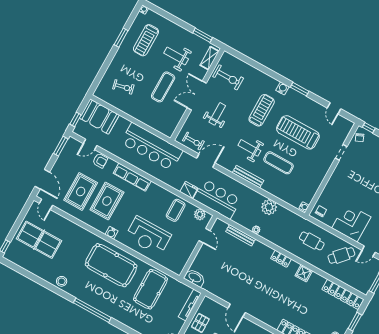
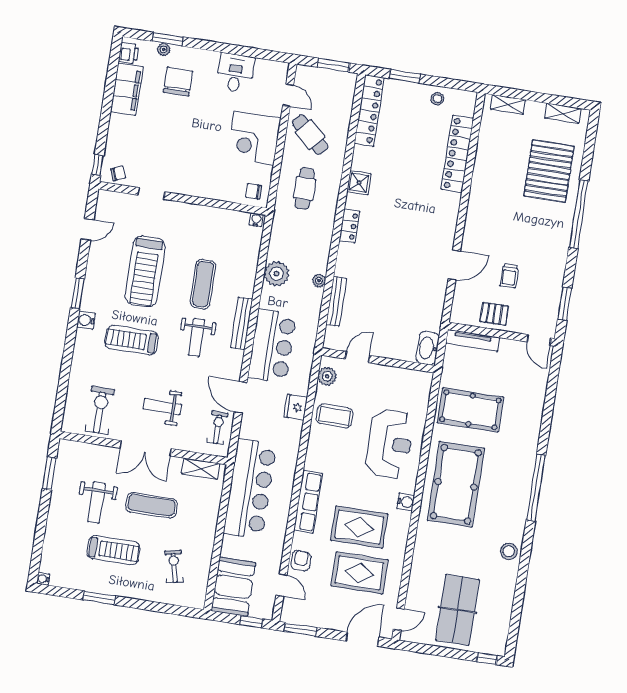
treadmill: (146, 40) -> (113, 550), moved
shelving: (209, 58) -> (201, 469), moved
bar counter: (217, 199) -> (272, 346), moved, turned 180

